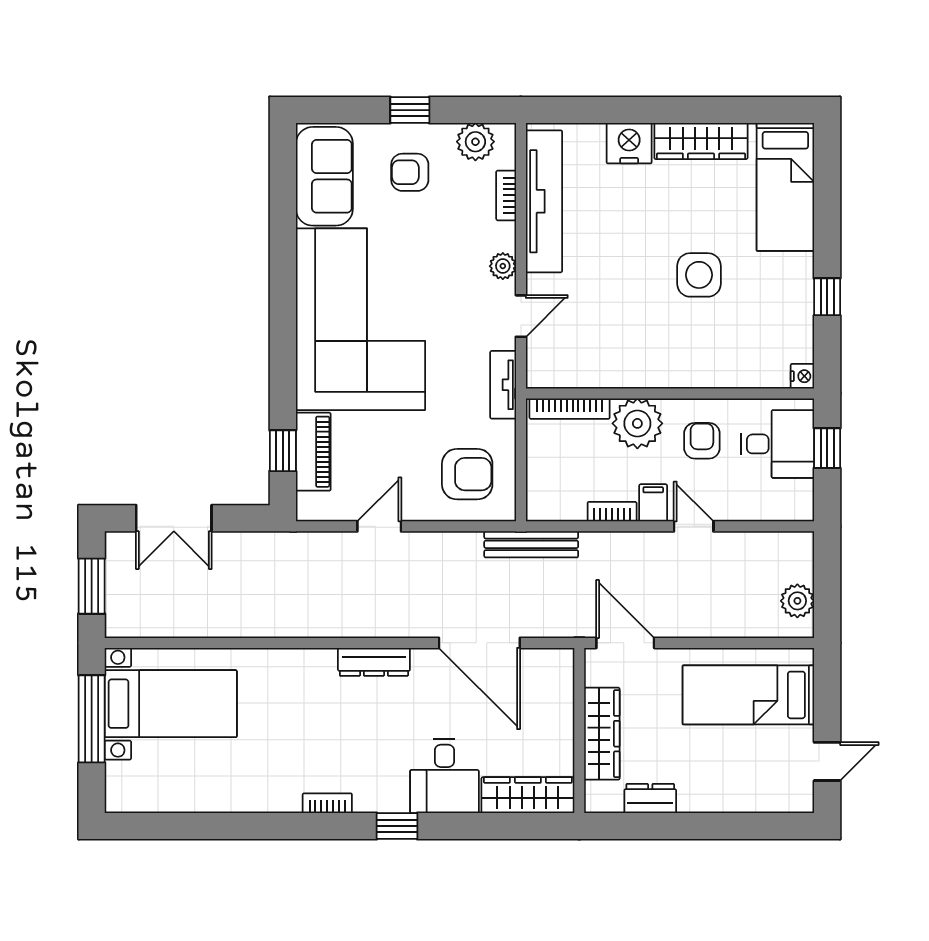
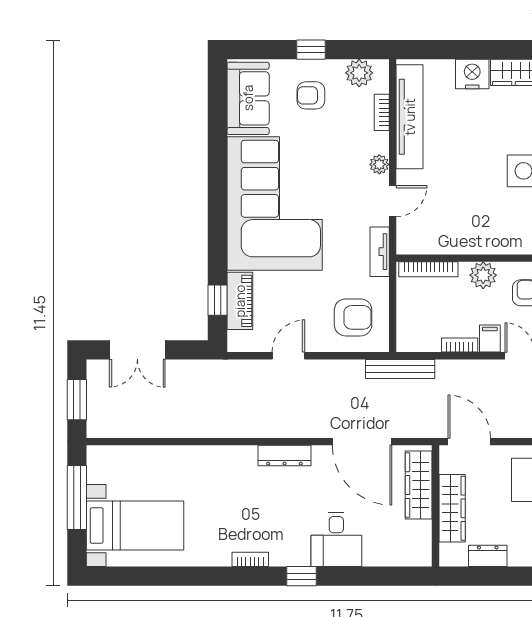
plant: (637, 423) -> (483, 275), width x0.73, depth x0.73
bed with nightstands: (171, 704) -> (135, 526), moved
wardrobe: (528, 795) -> (419, 485), moved, turned -90

